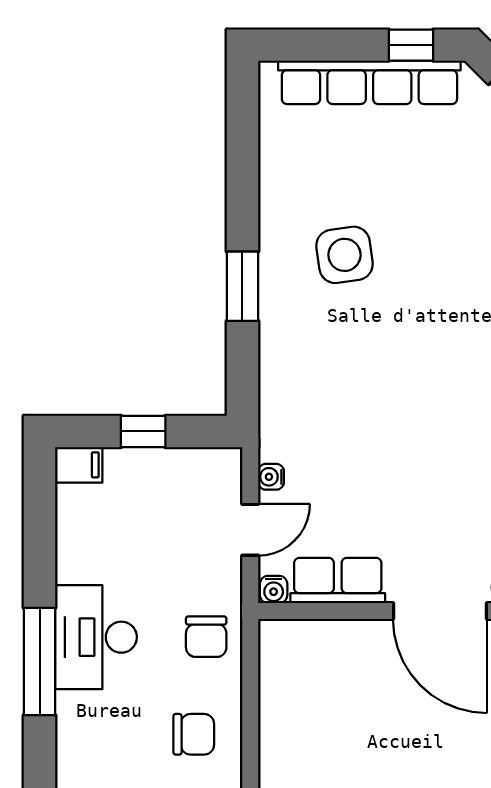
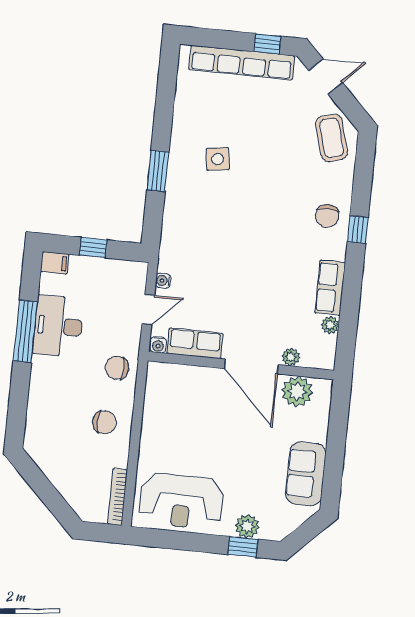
side table: (345, 255) -> (218, 159), width x0.73, depth x0.73
desk: (96, 637) -> (58, 326), moved
chair: (206, 637) -> (117, 368), turned 90
window: (40, 662) -> (25, 331), moved

